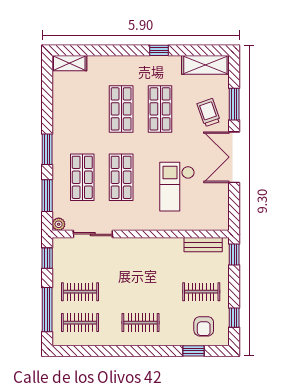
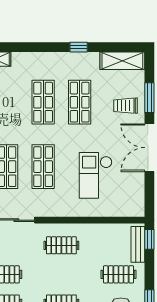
trolley: (209, 113) -> (125, 106), turned -71
bench: (203, 245) -> (138, 244), moved, turned 90
clothes rail: (141, 261) -> (61, 245), added

